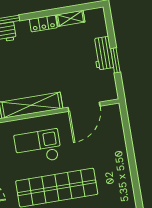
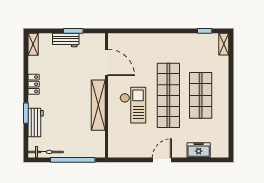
shelving: (71, 18) -> (33, 44), moved
checkout: (38, 147) -> (133, 105), turned 180

